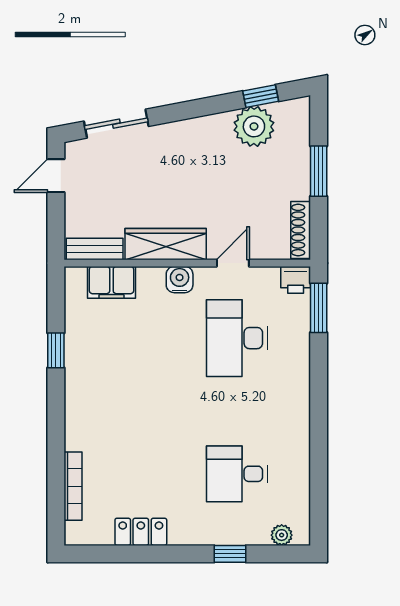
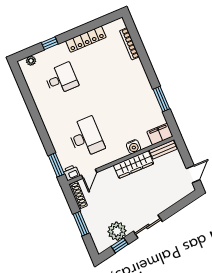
sliding door: (116, 124) -> (148, 226), moved
door: (233, 263) -> (89, 174), moved
water cooler: (180, 280) -> (133, 147), moved
filing cabinet: (111, 282) -> (160, 134), moved
window: (56, 350) -> (161, 99), width x1.50
locker: (141, 532) -> (86, 39), width x1.53

